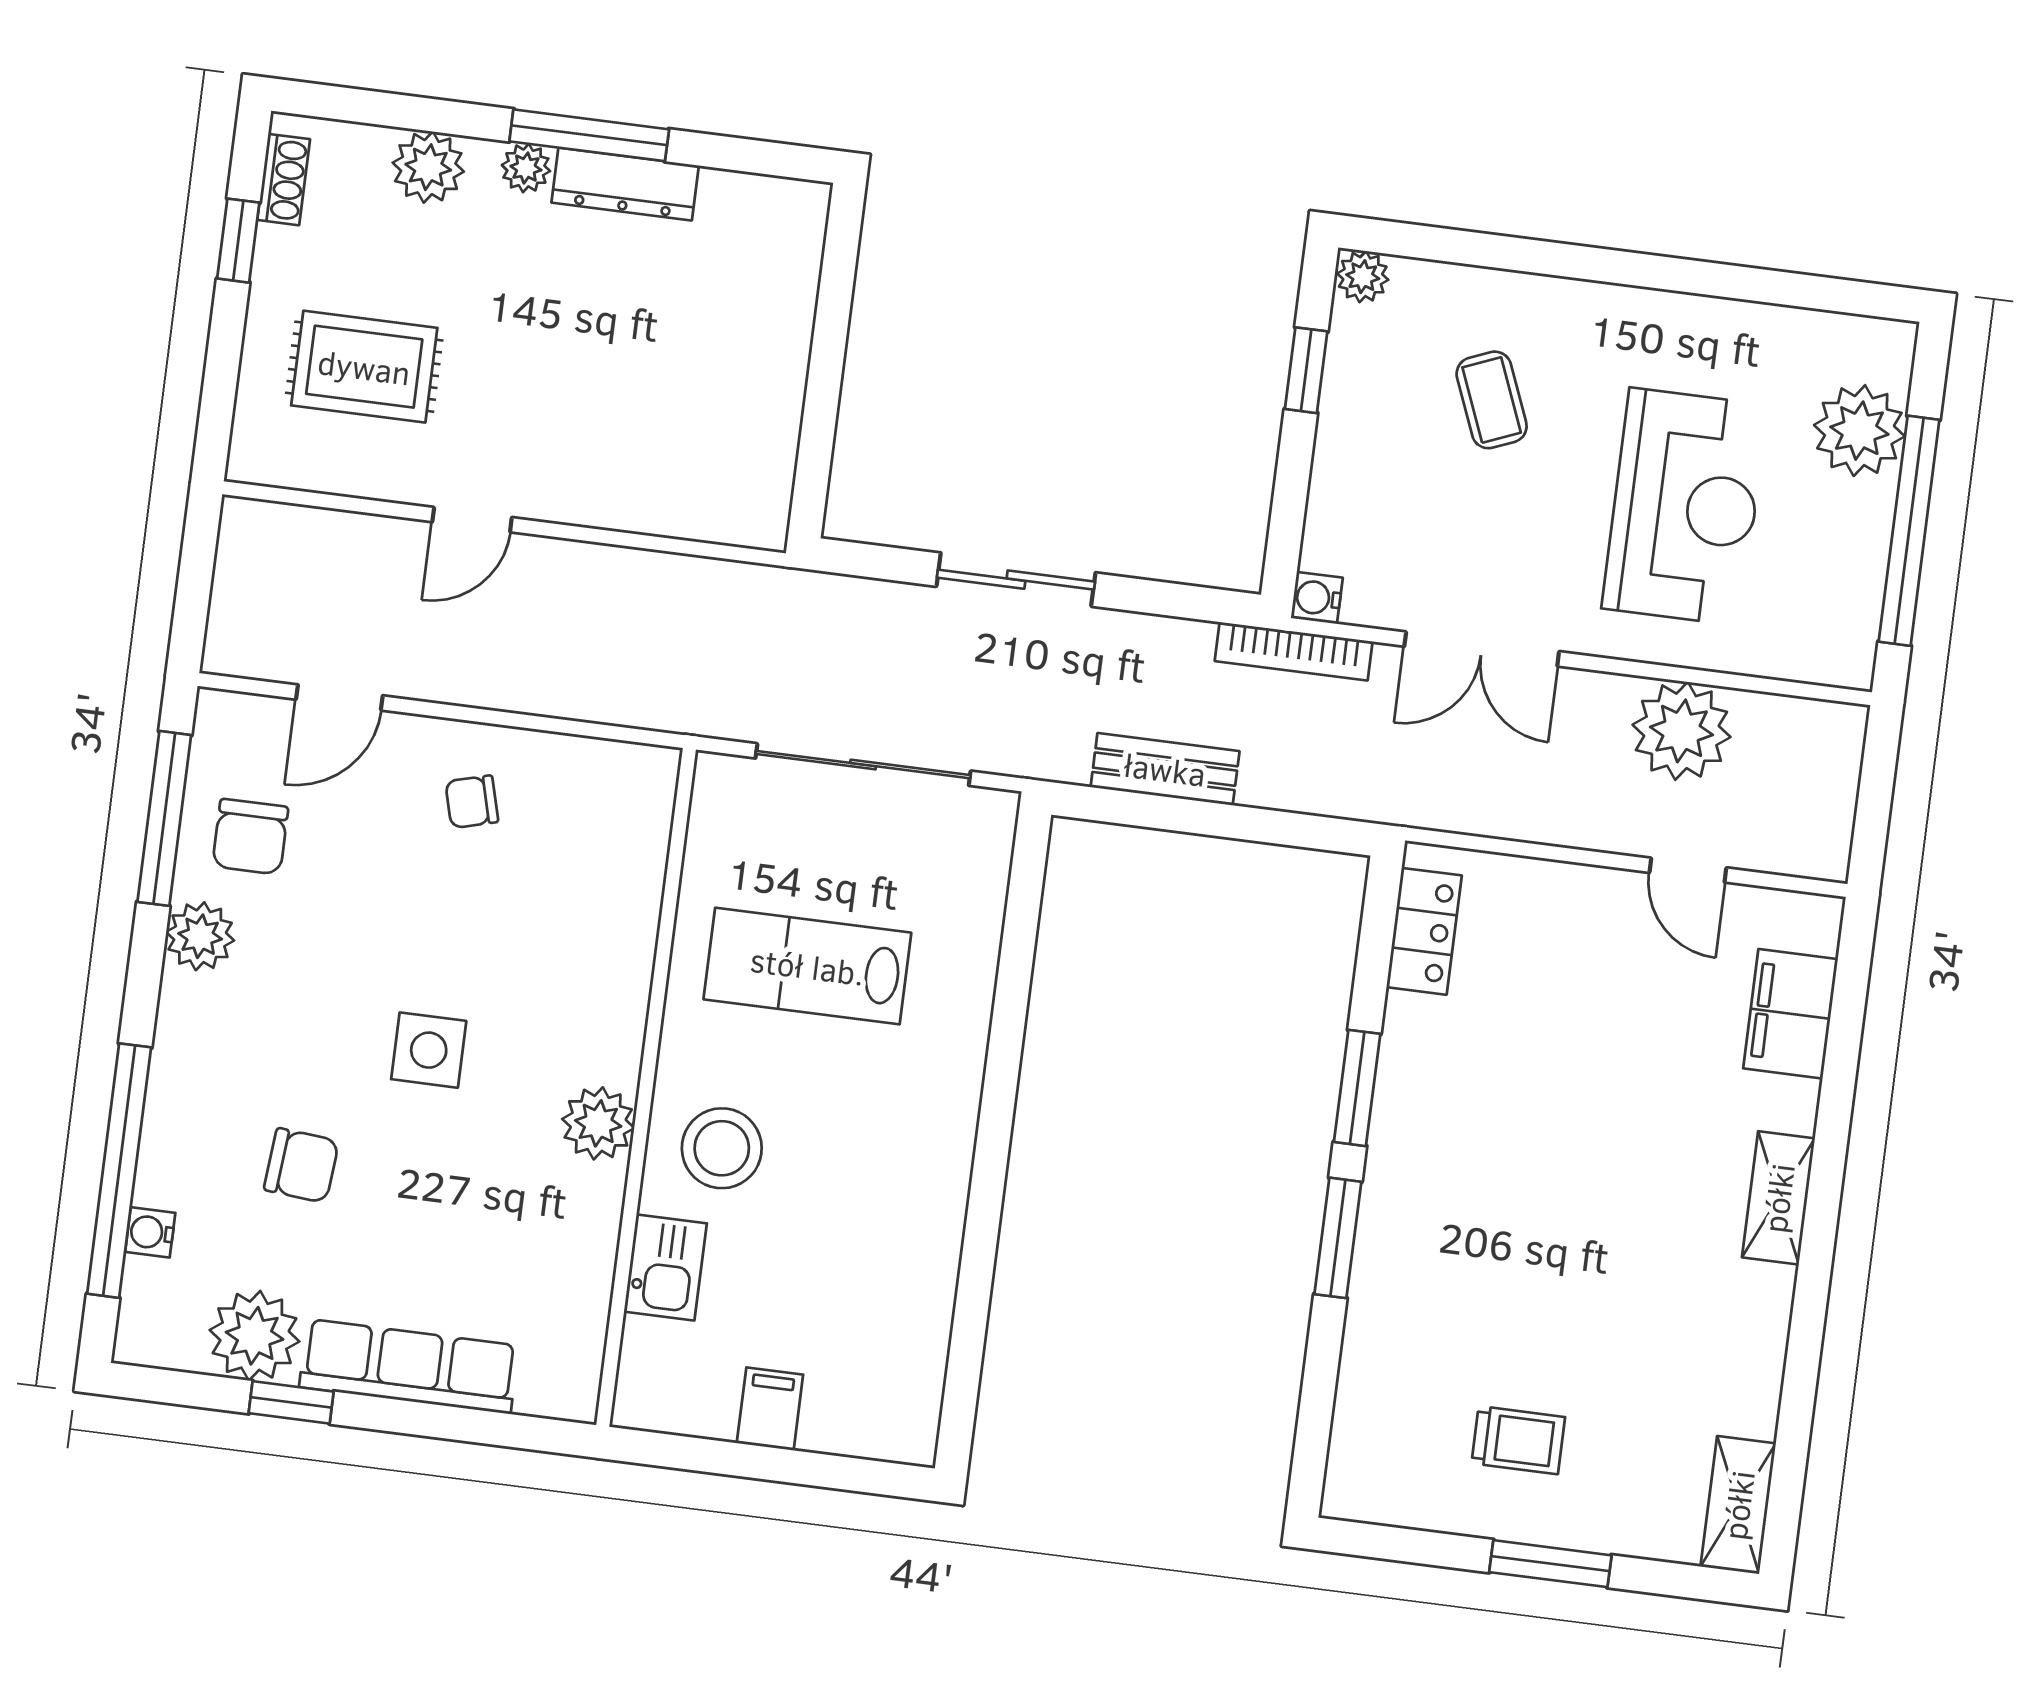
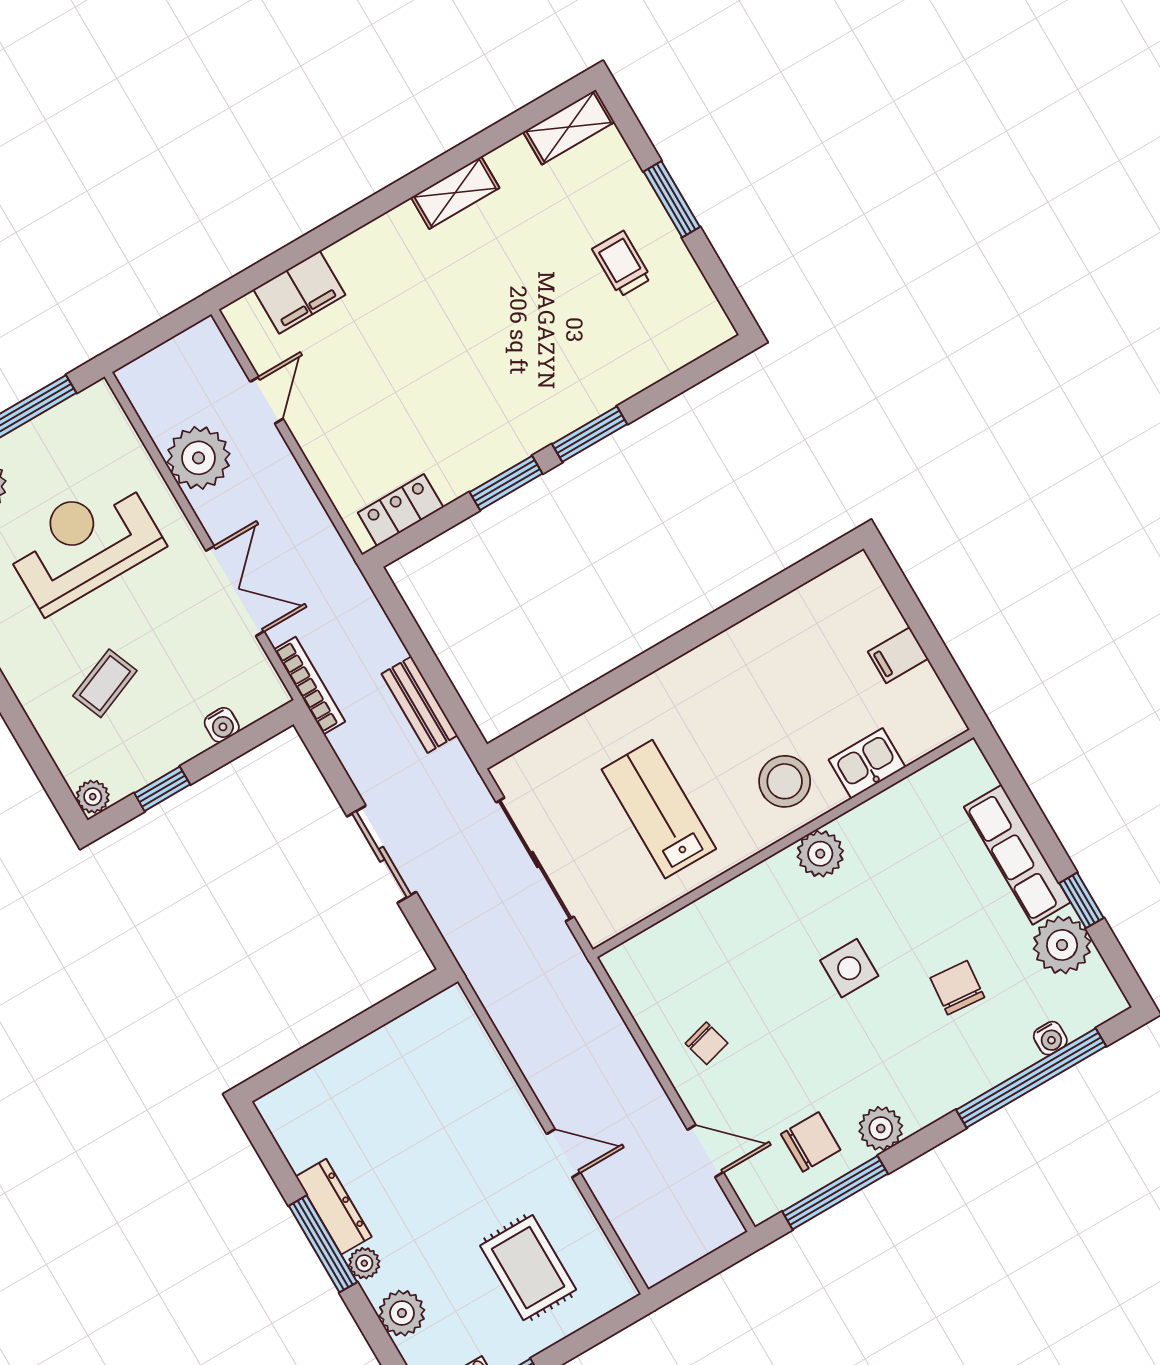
water cooler: (1317, 598) -> (222, 725), moved
lab bench: (807, 966) -> (659, 809), turned 180
shelving: (1778, 1198) -> (455, 193), moved

